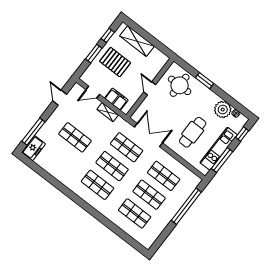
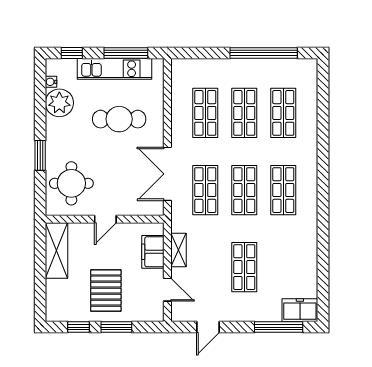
shelving: (137, 41) -> (57, 251), moved
window: (186, 206) -> (264, 53), moved

